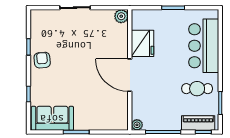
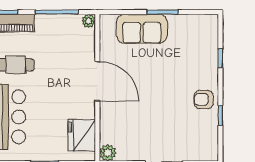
fridge: (143, 43) -> (82, 135), moved
armchair: (42, 60) -> (204, 99), turned 95
sofa: (52, 118) -> (142, 29), moved

